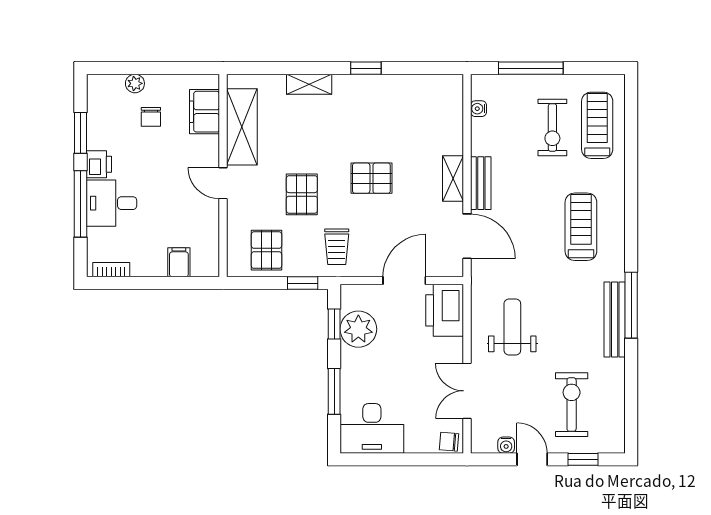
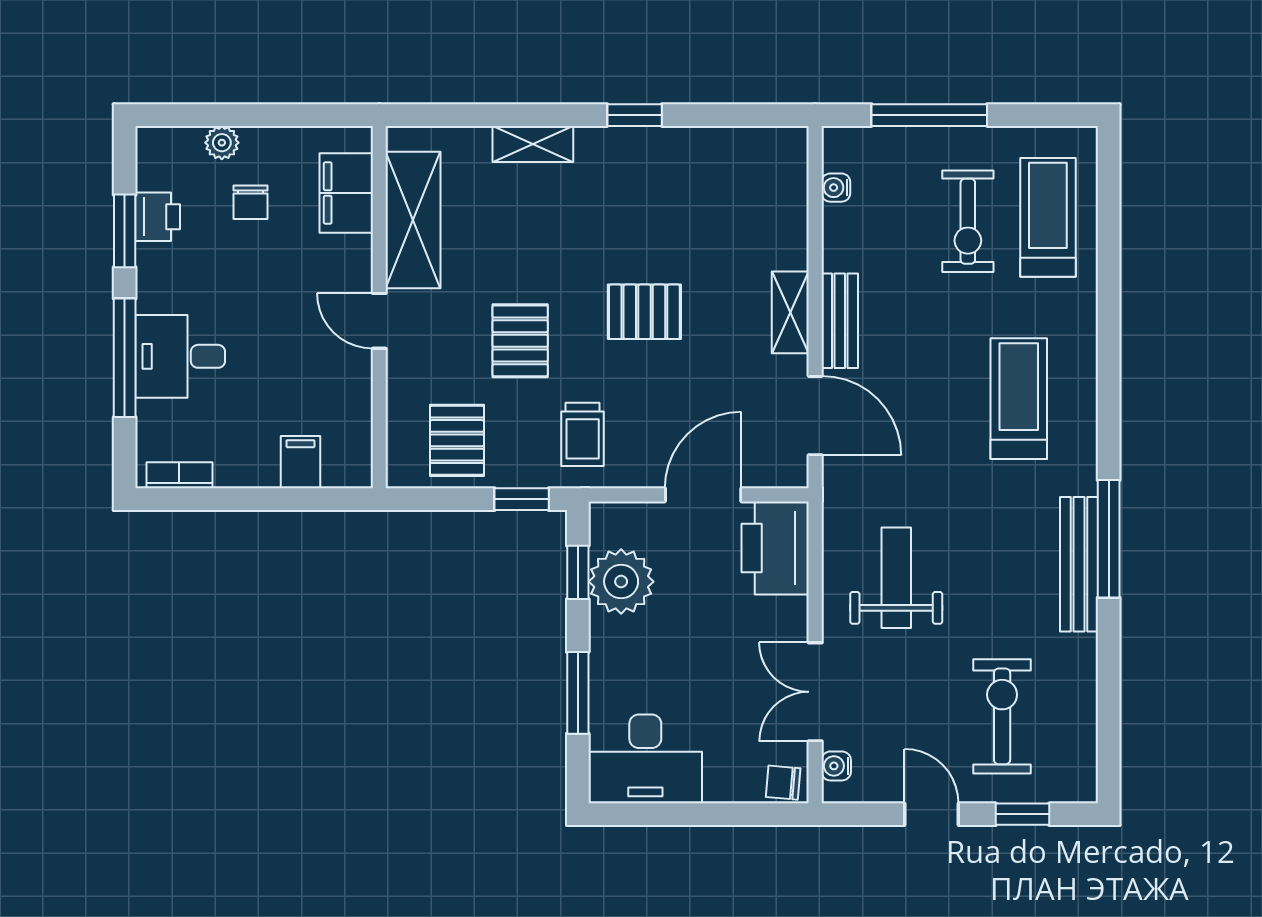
printer: (99, 164) -> (158, 217), moved
water cooler: (506, 445) -> (836, 766), moved, turned 90

